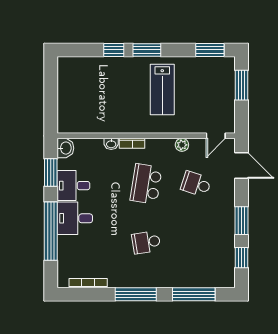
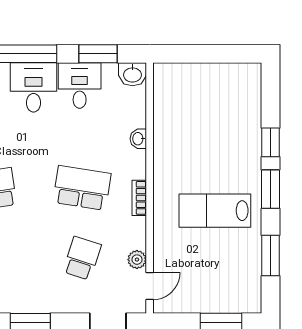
window: (210, 50) -> (271, 256), moved
door: (216, 136) -> (150, 286), swing flipped
bookcase: (132, 143) -> (139, 198), moved
plant: (182, 145) -> (137, 260), moved

